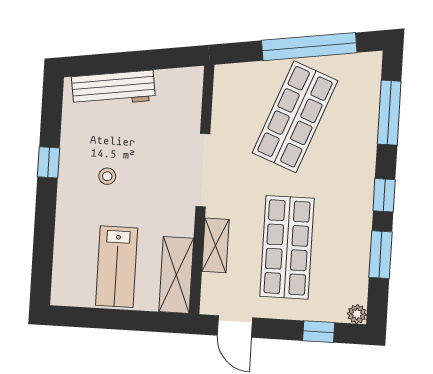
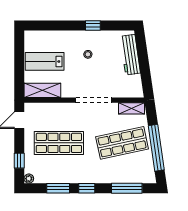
shop shelf: (295, 117) -> (122, 143), turned -33
shelving: (215, 245) -> (131, 108), moved

